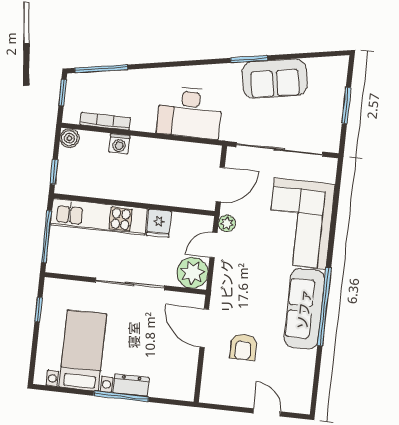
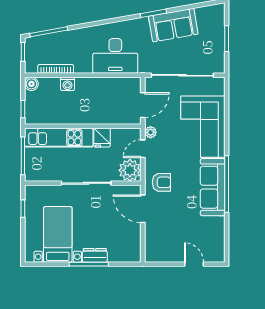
armchair: (243, 347) -> (161, 182), moved, turned -90

